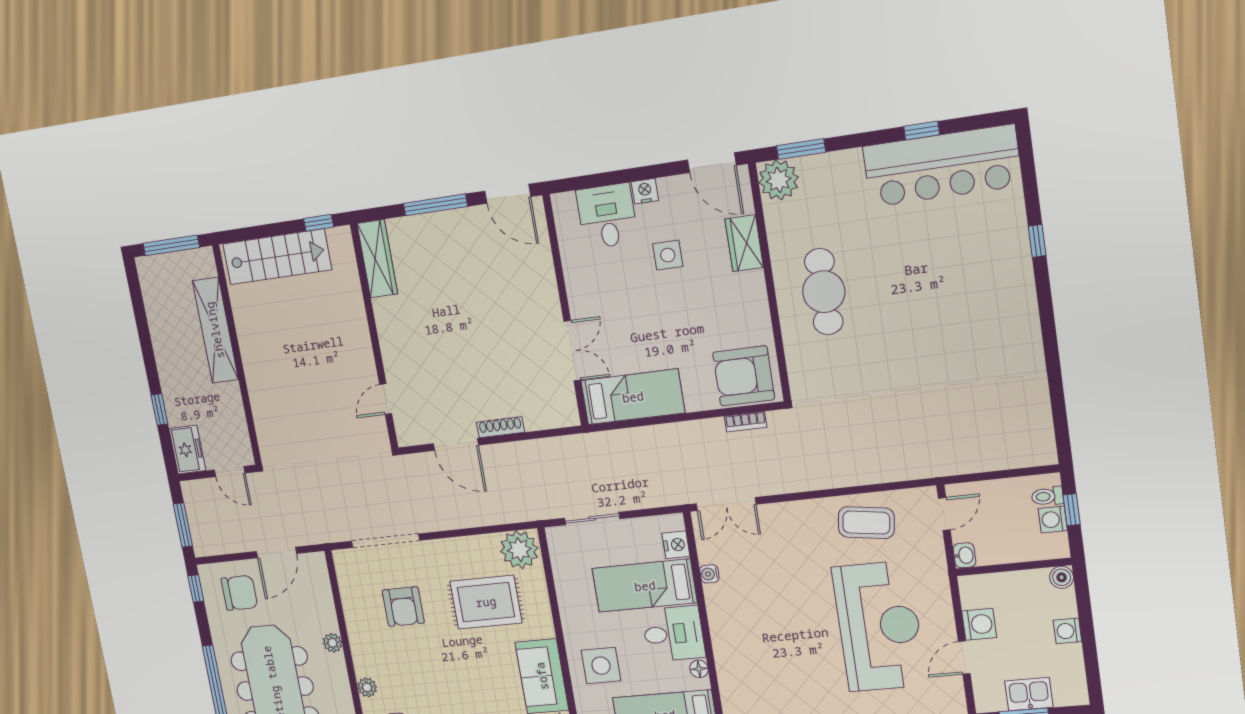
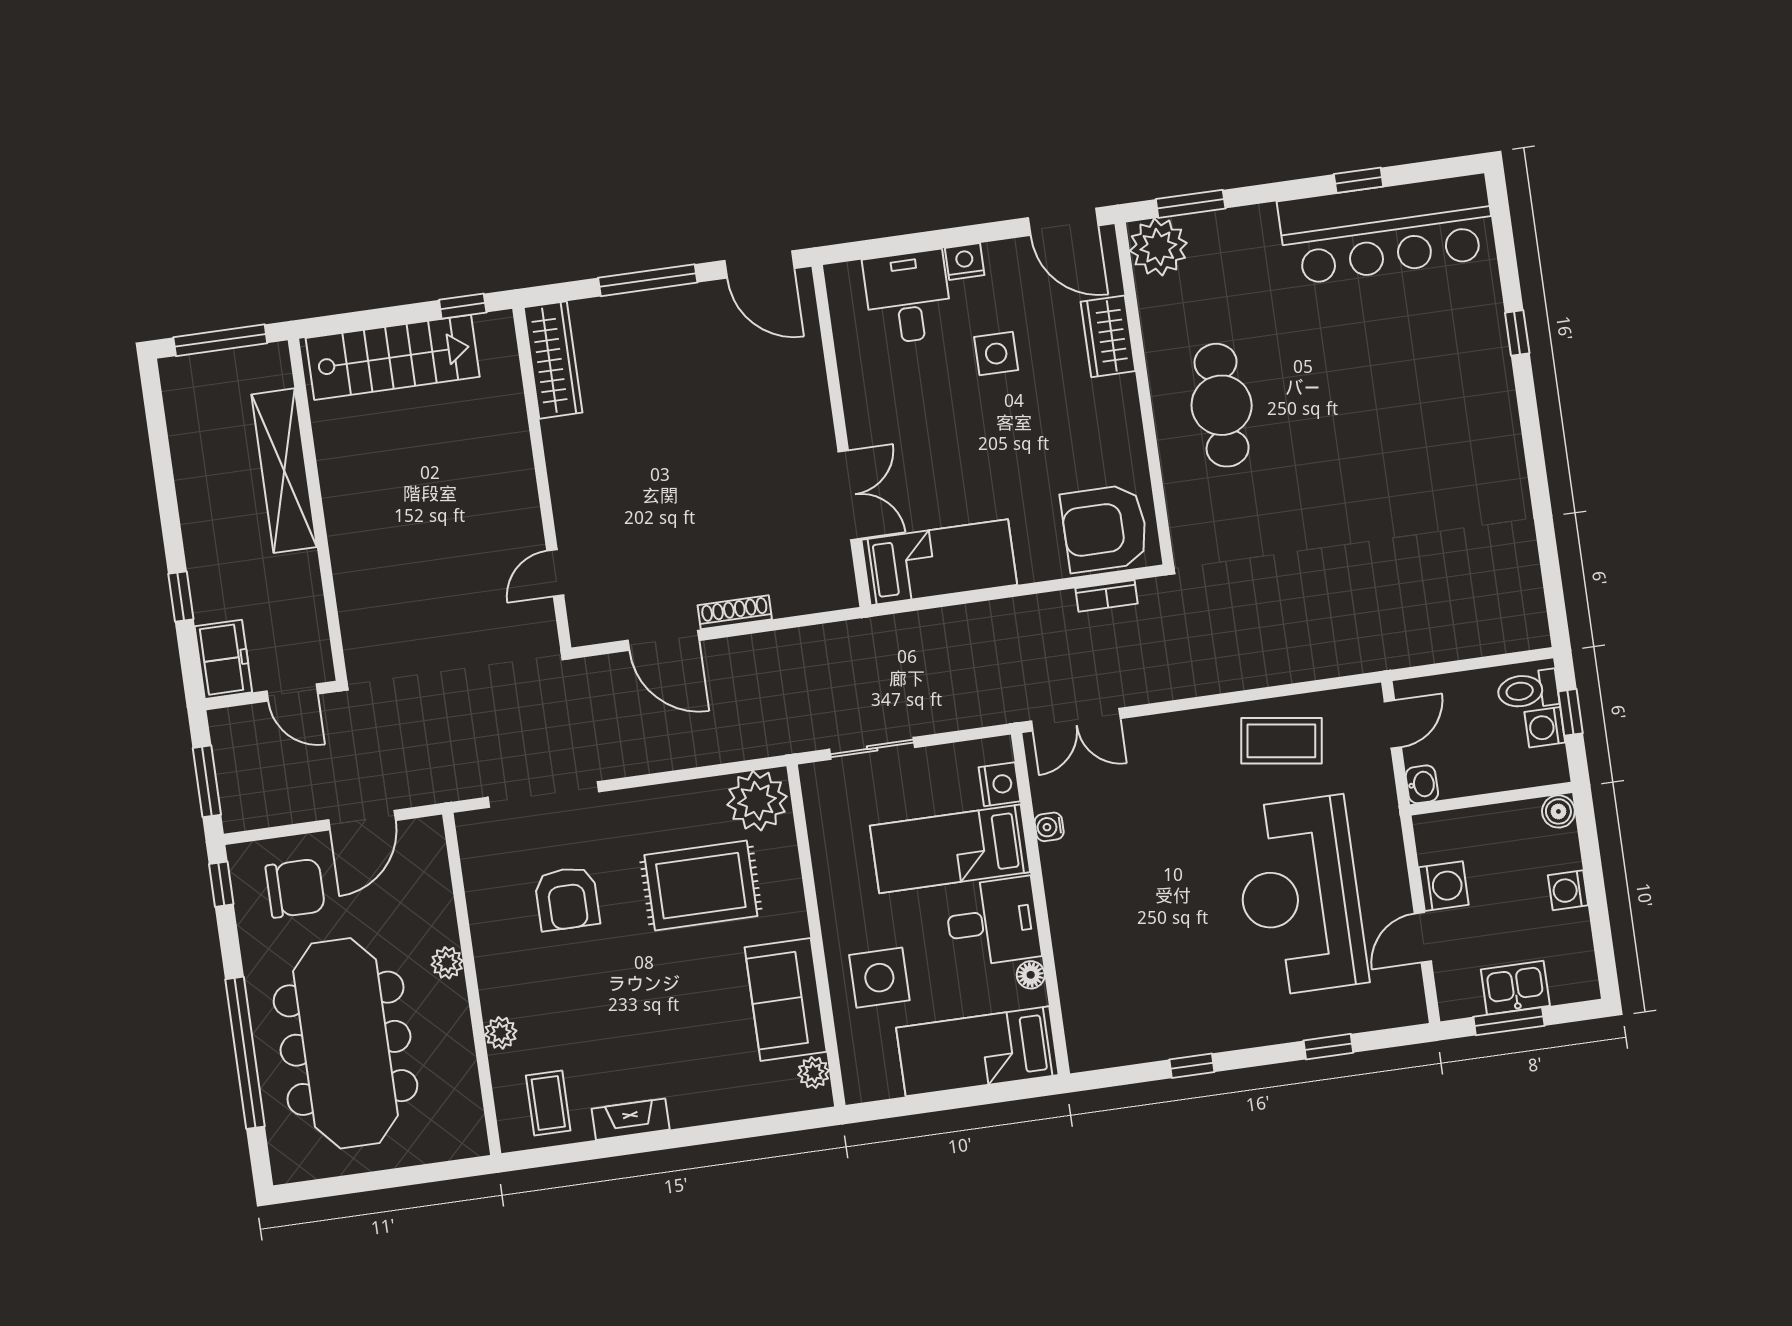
toilet: (1047, 496) -> (1528, 690), width x1.37, depth x1.39
reception desk: (879, 626) -> (1300, 896), turned 180

